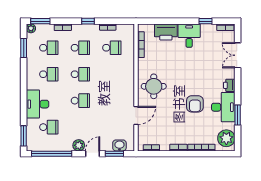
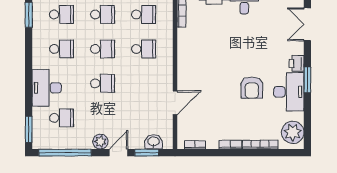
school desk: (112, 74) -> (144, 49), added
round table: (154, 86) -> (198, 65), removed
window: (238, 115) -> (307, 80), moved

